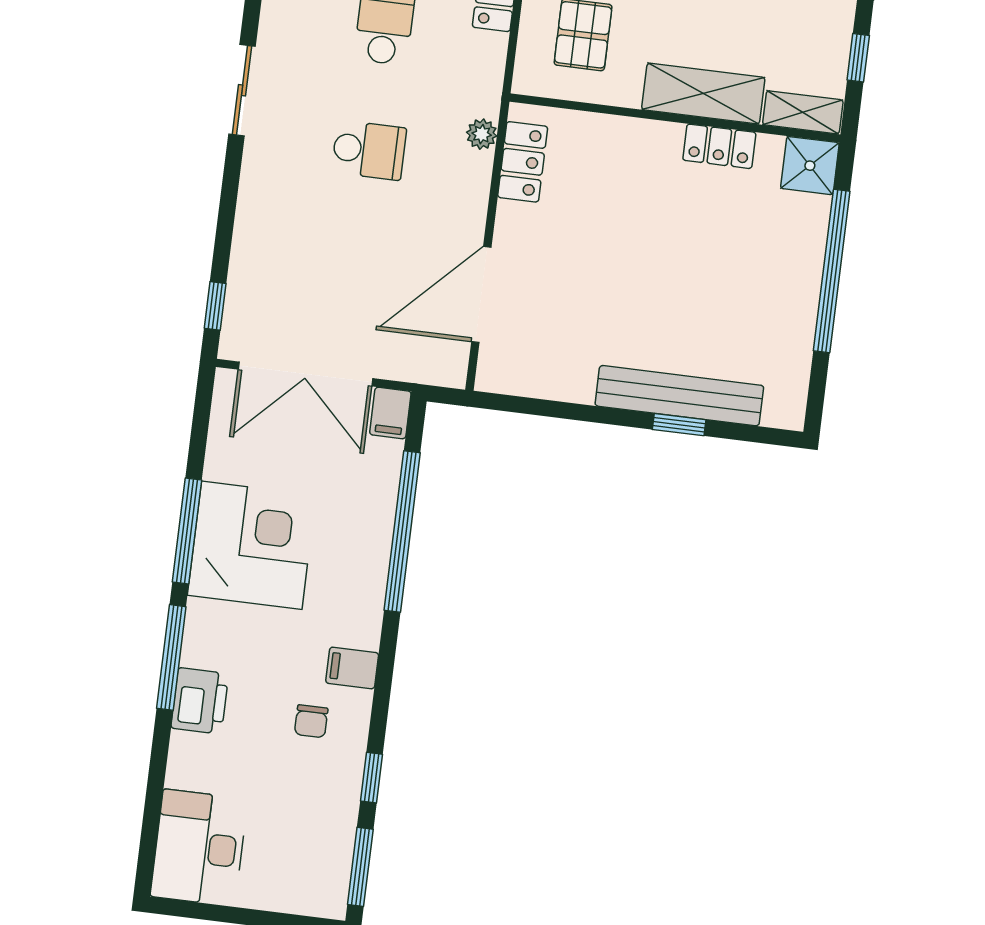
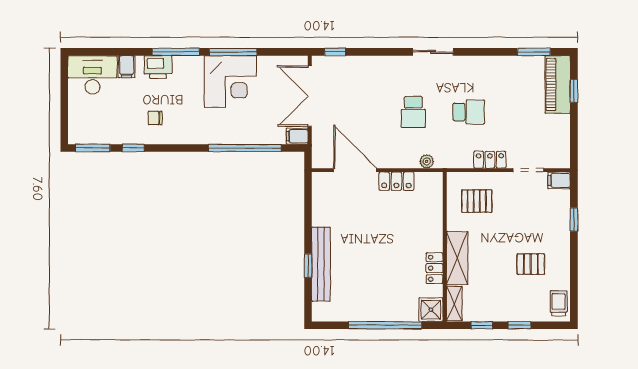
locker: (523, 162) -> (396, 181), moved
filing cabinet: (352, 668) -> (127, 67), moved, turned 180

